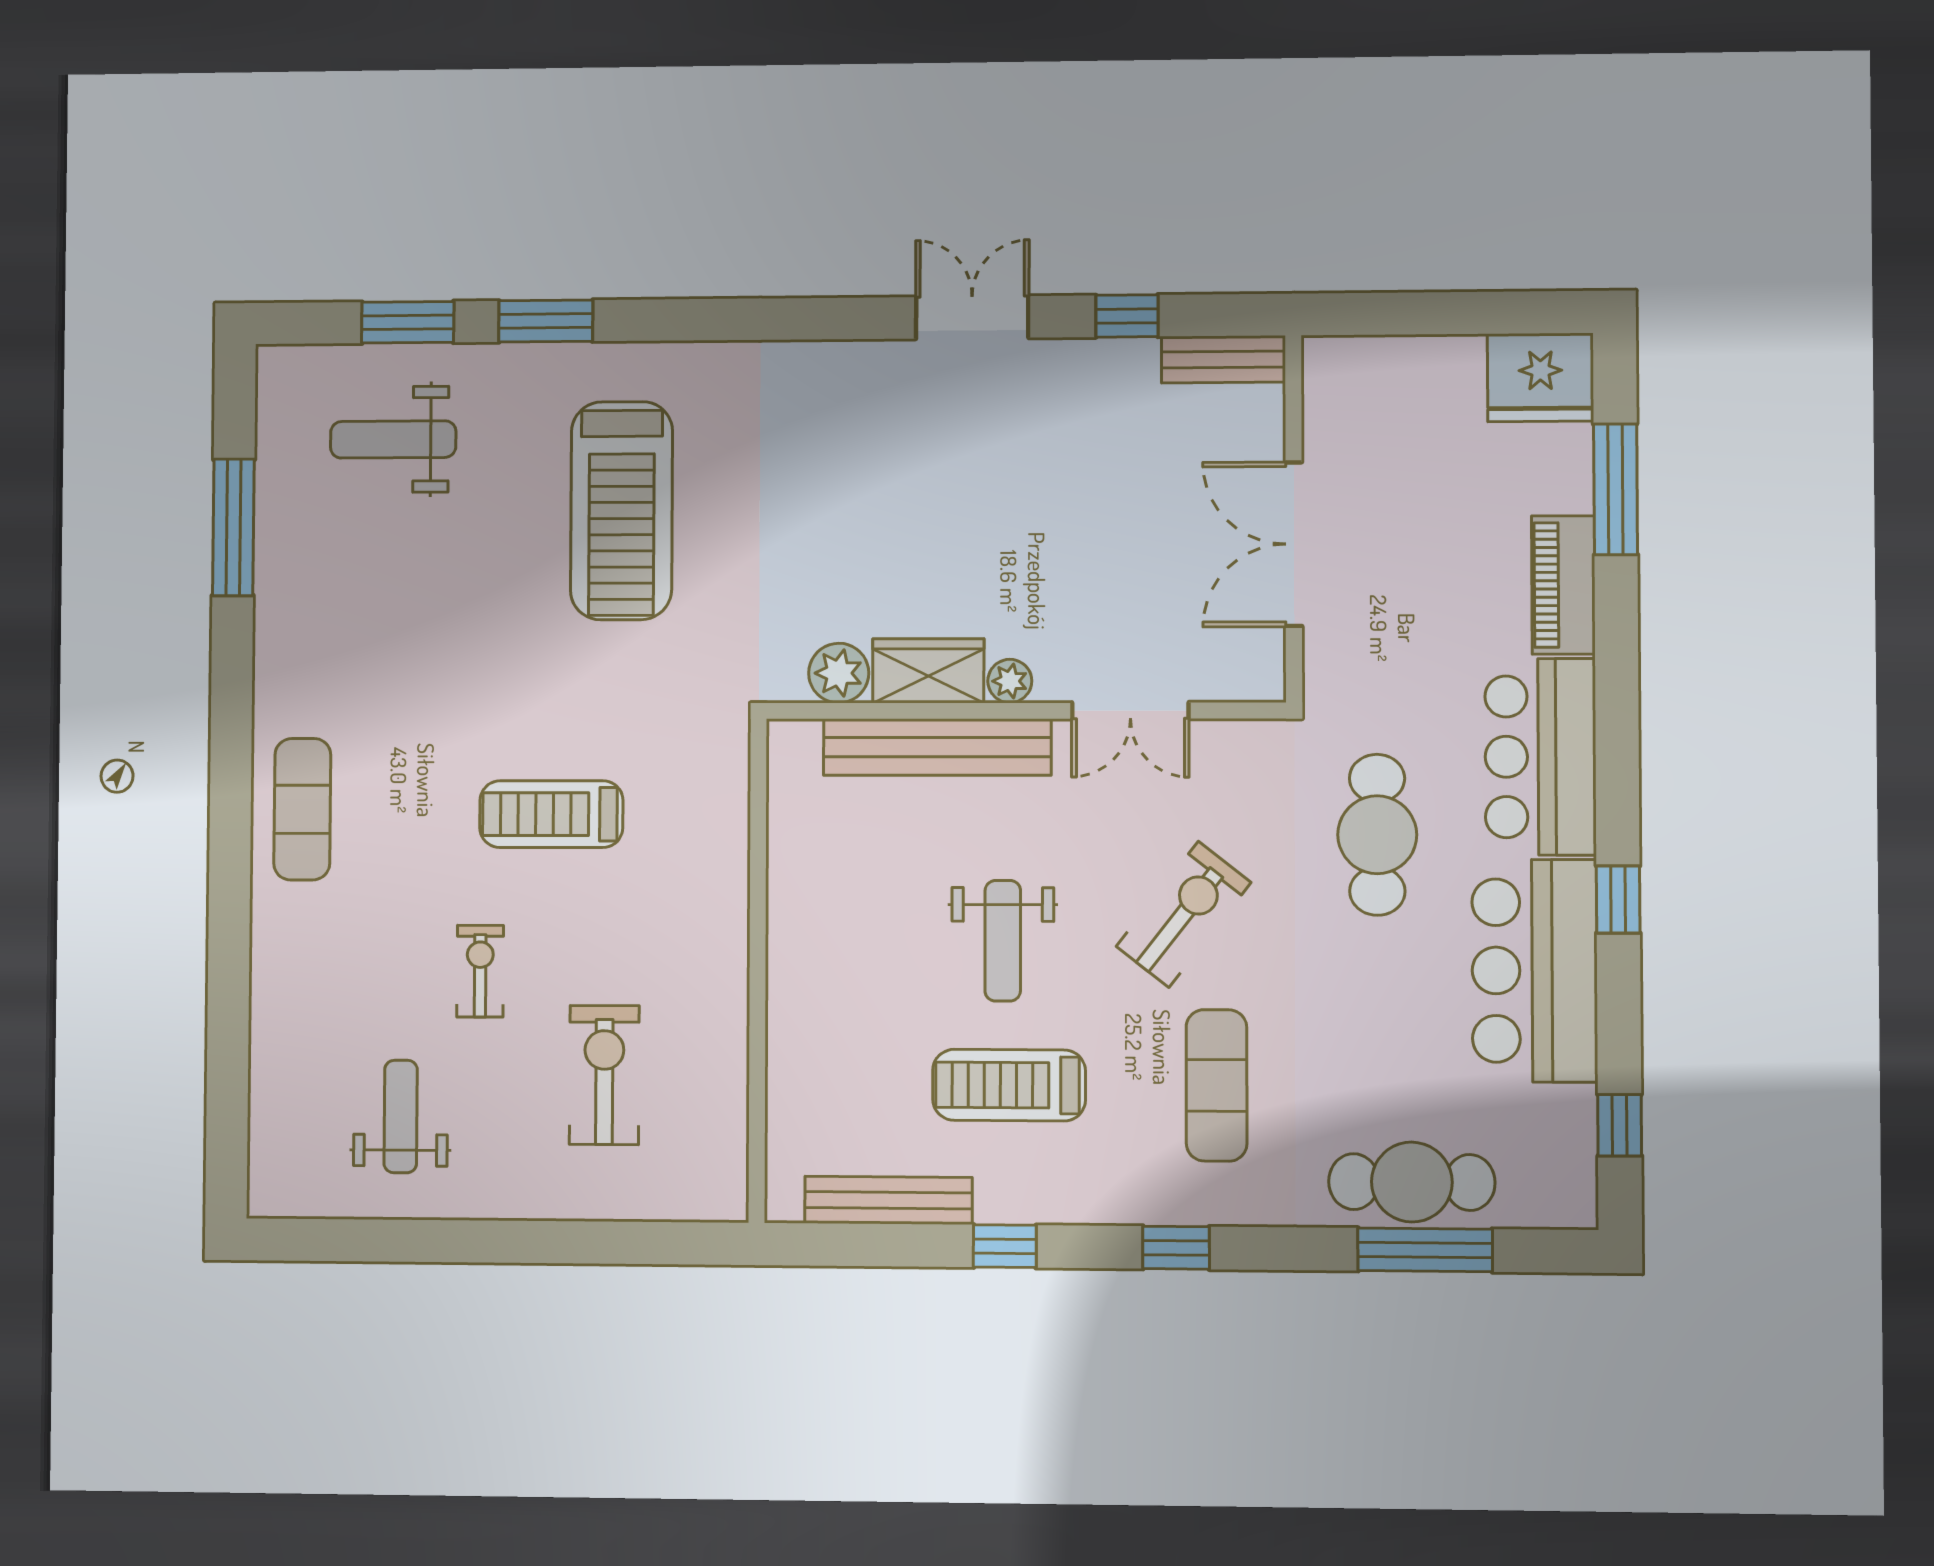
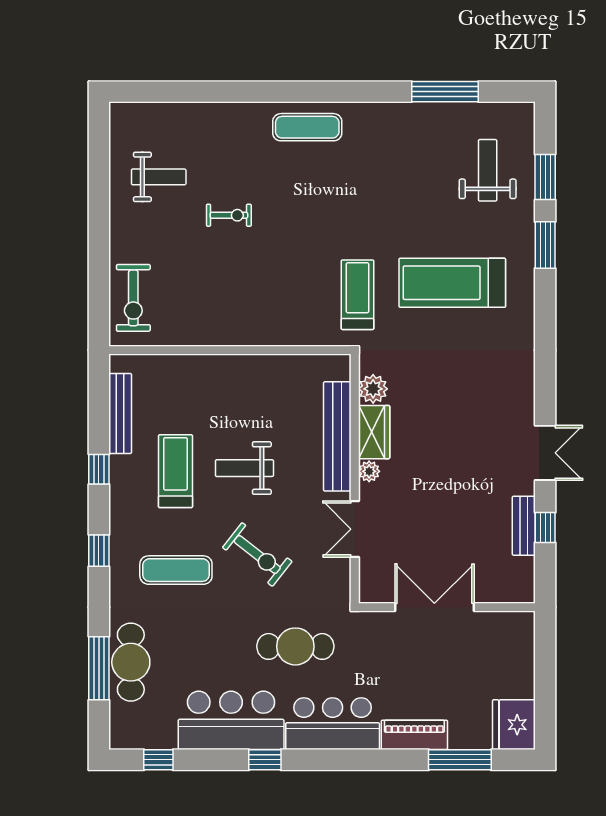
bench: (1223, 359) -> (524, 526), moved
treadmill: (551, 814) -> (357, 295), moved
exercise bike: (604, 1075) -> (133, 298), moved, turned 90

